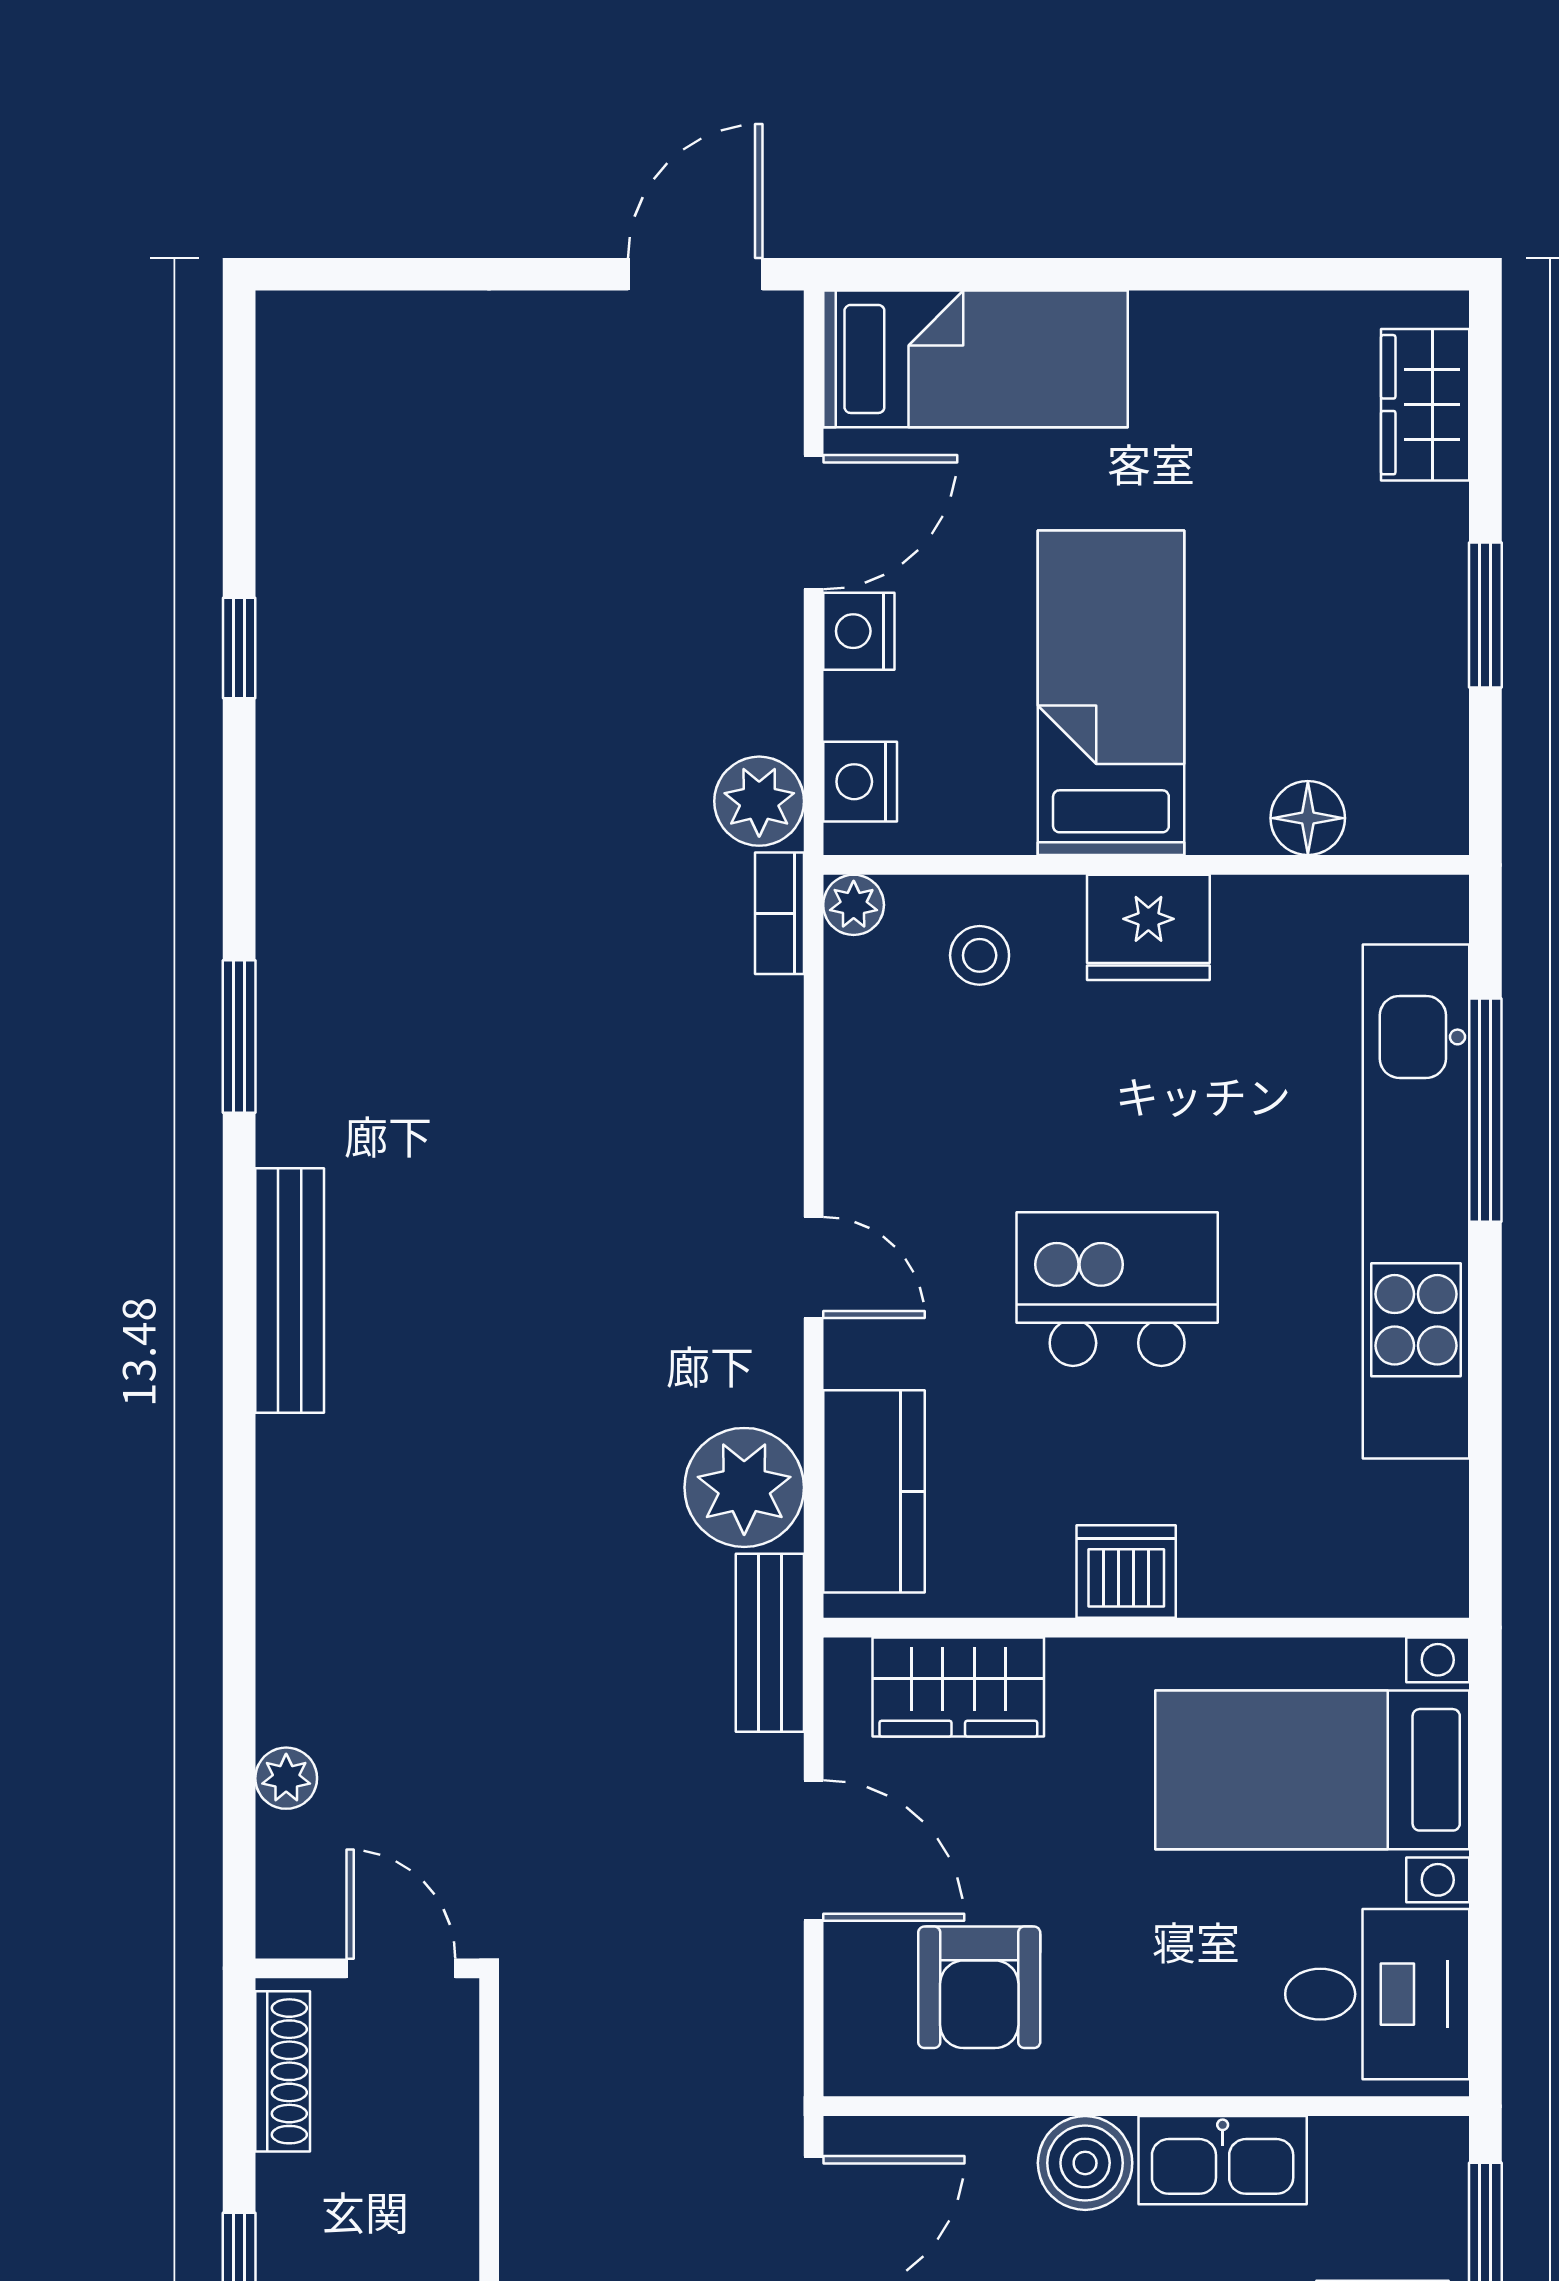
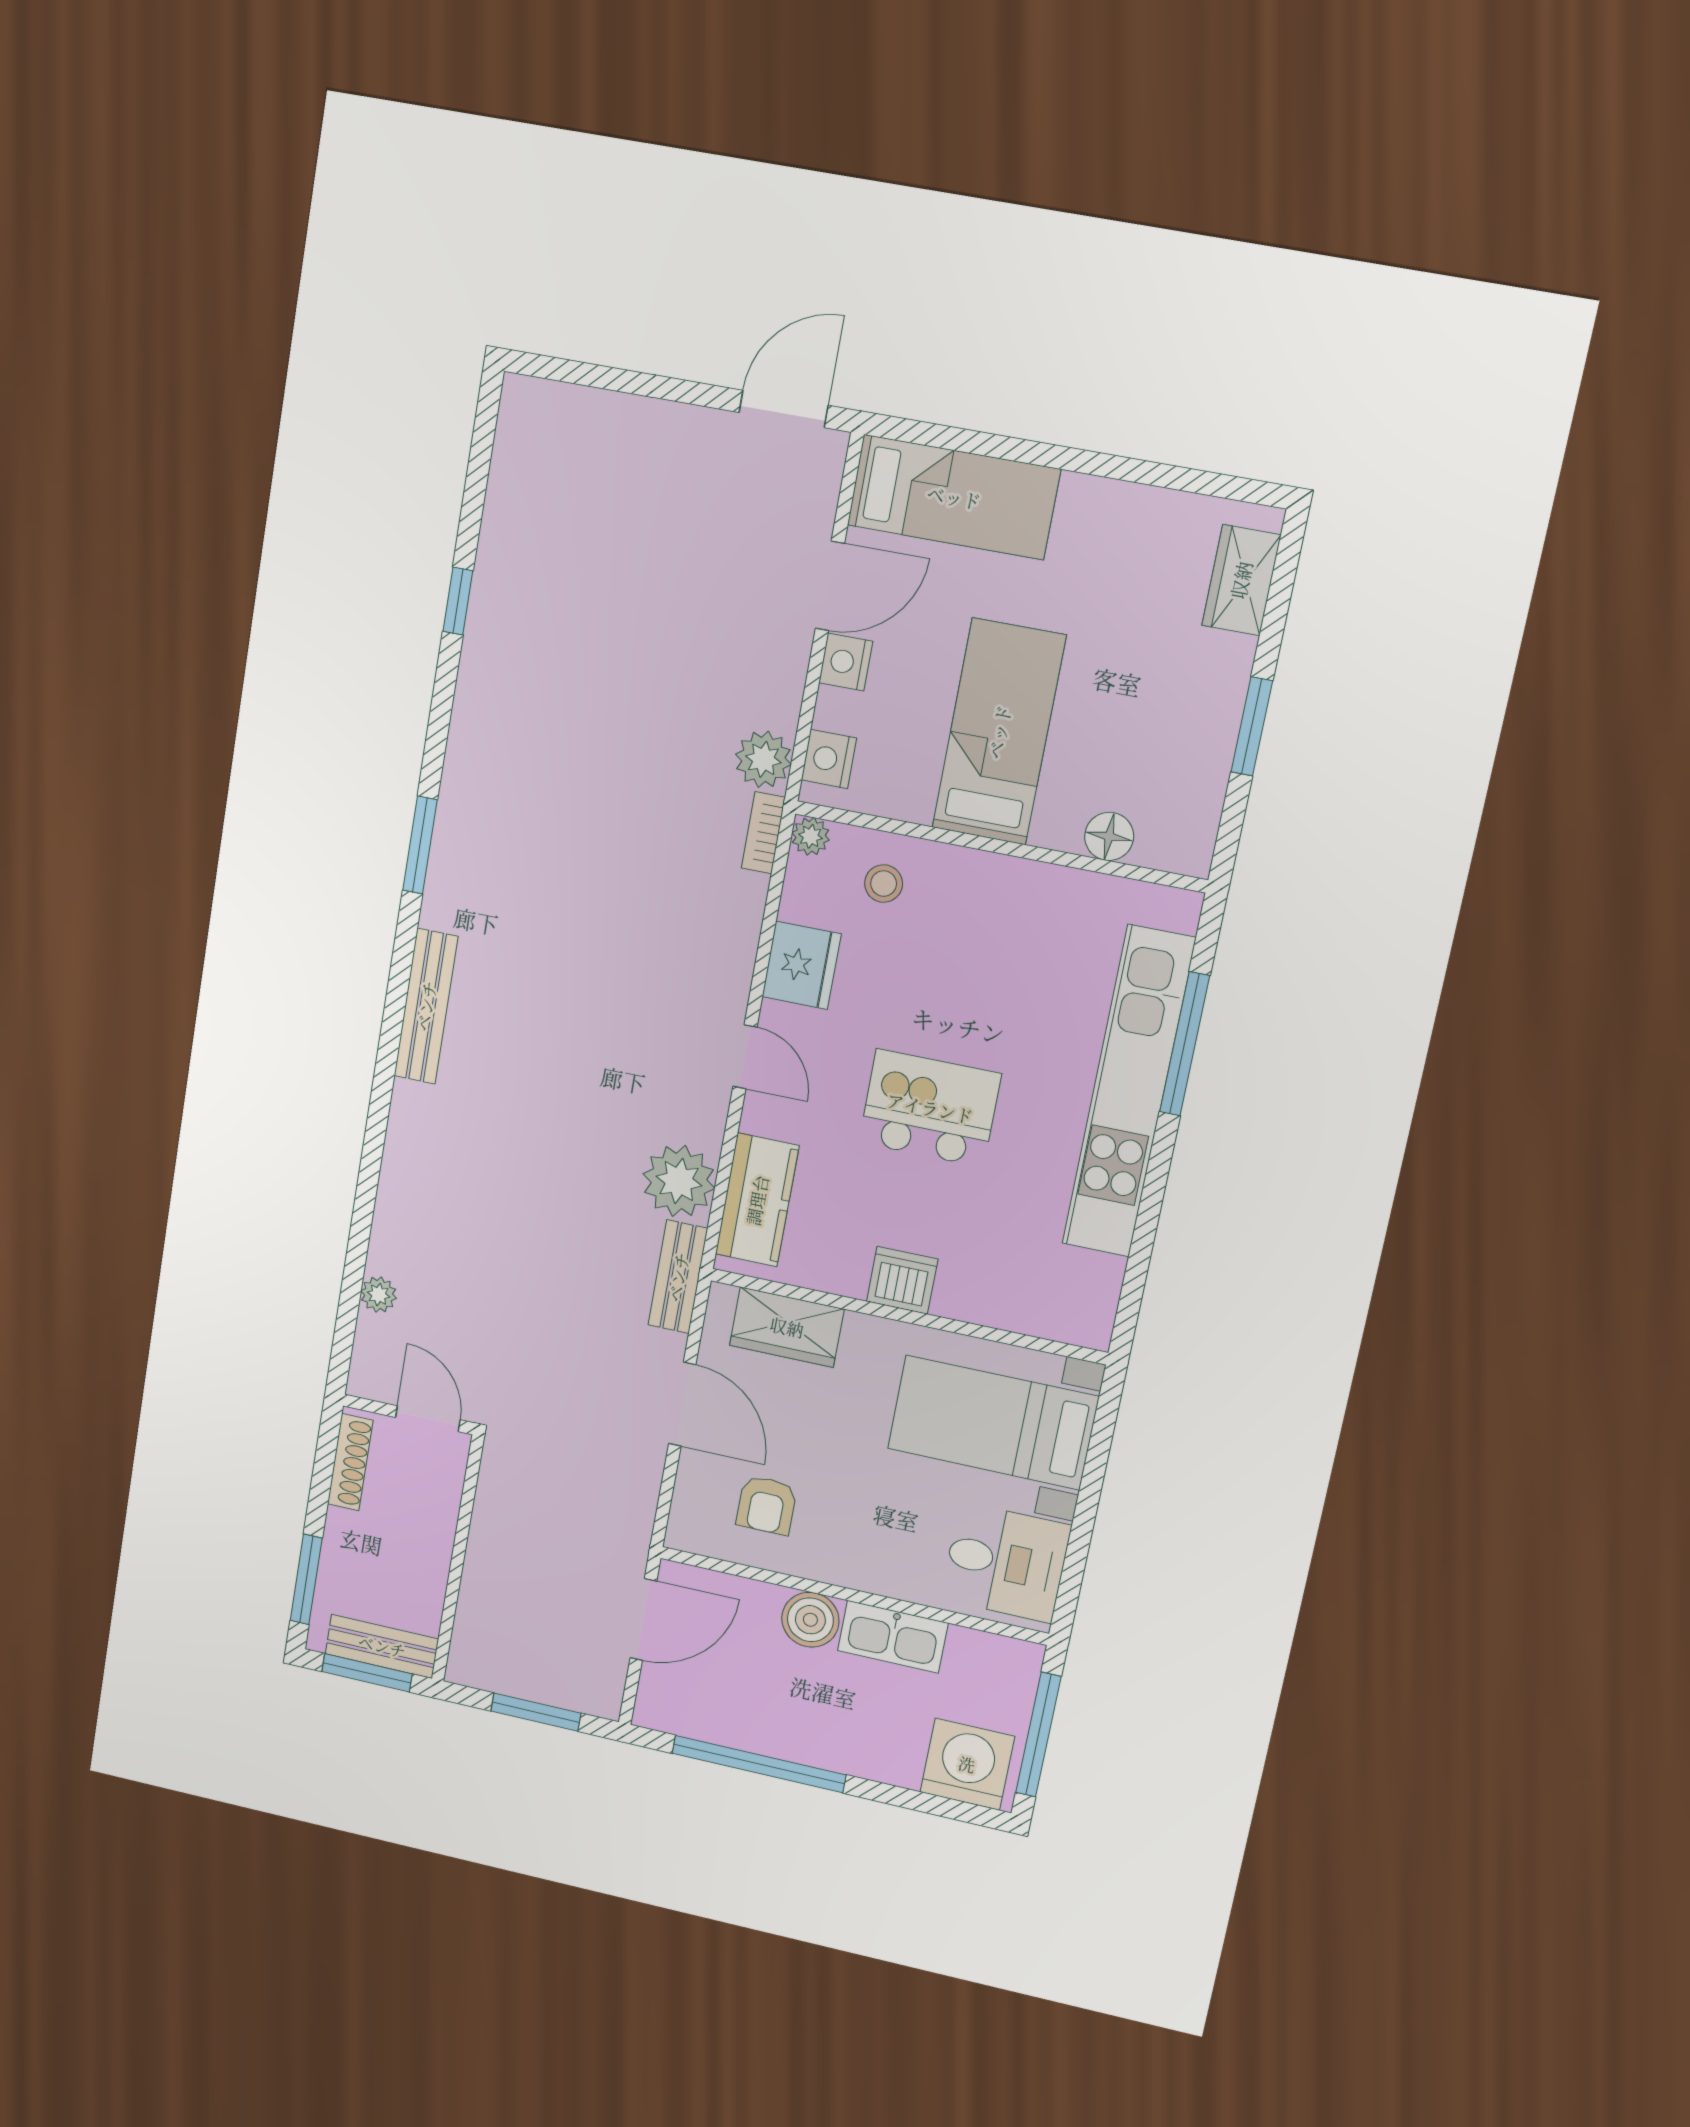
fridge: (1148, 927) -> (801, 965), moved, turned -90
armchair: (979, 1987) -> (766, 1505), width x0.72, depth x0.72

